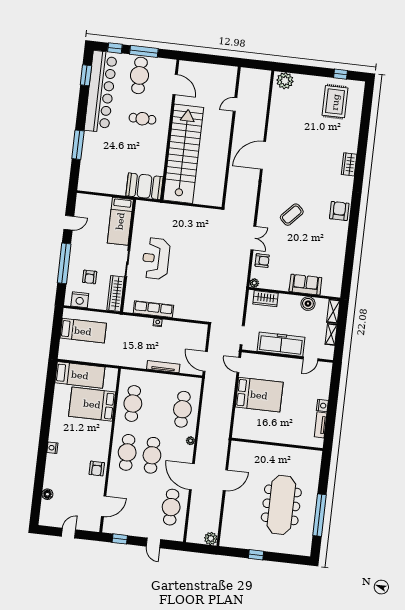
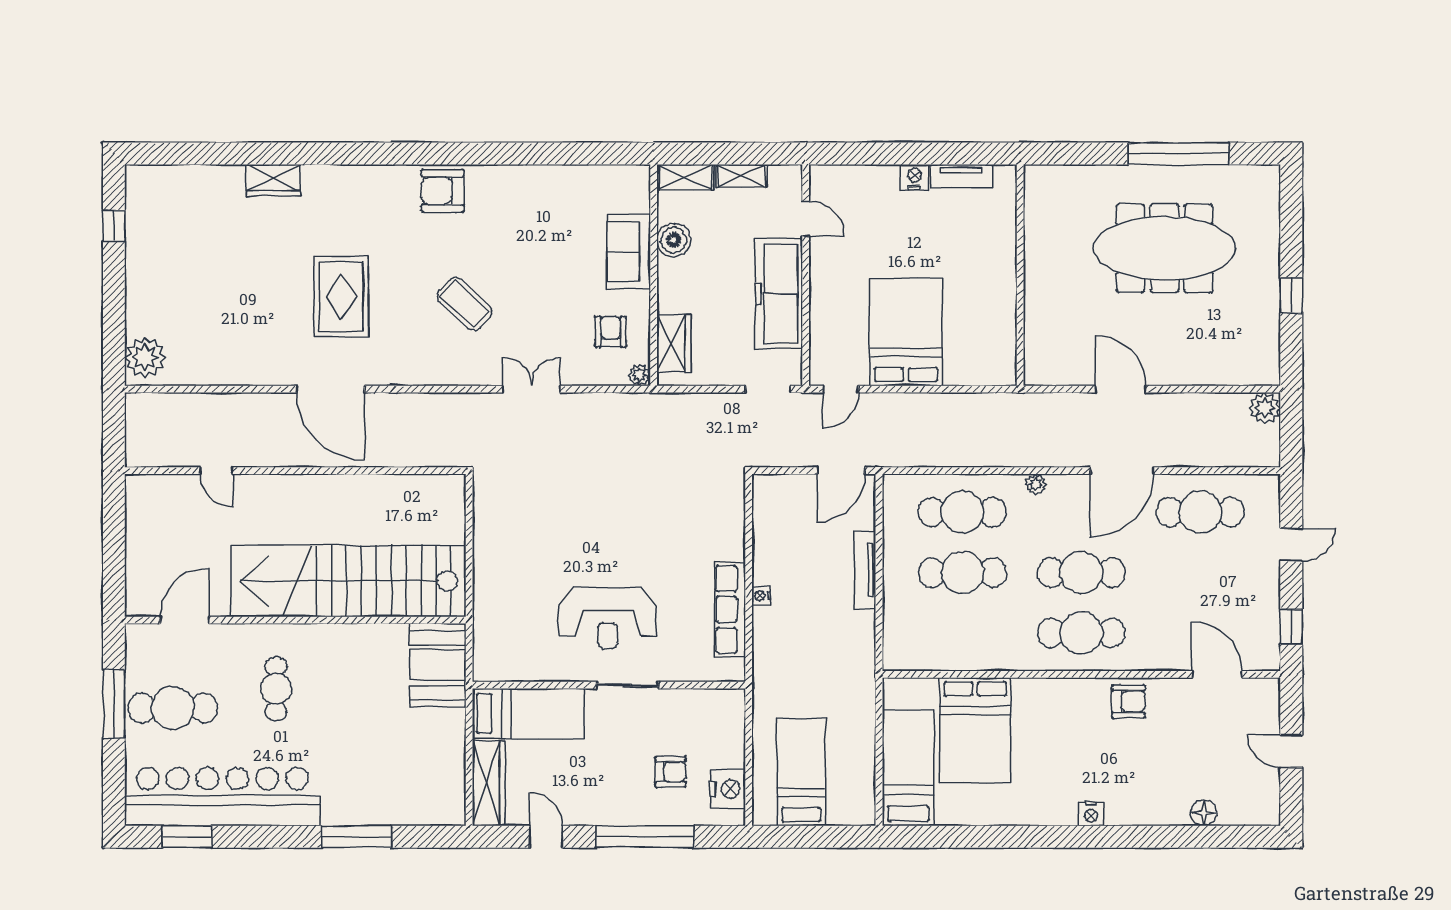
window: (115, 48) -> (114, 774), removed
rug: (335, 102) -> (341, 297), moved, turned 90
wardrobe: (349, 164) -> (273, 180), moved
armchair: (262, 261) -> (611, 332), moved
wardrobe: (116, 294) -> (489, 783), moved, turned -90
cafe table: (133, 403) -> (962, 572), moved

